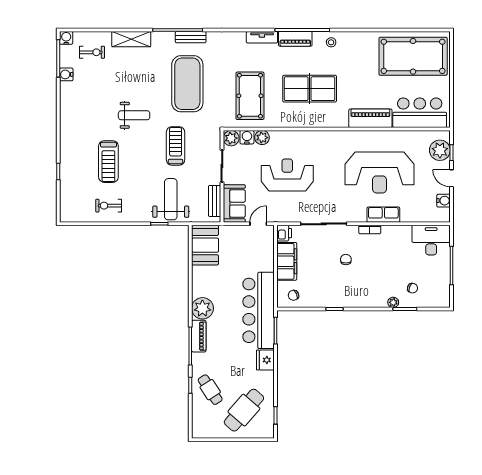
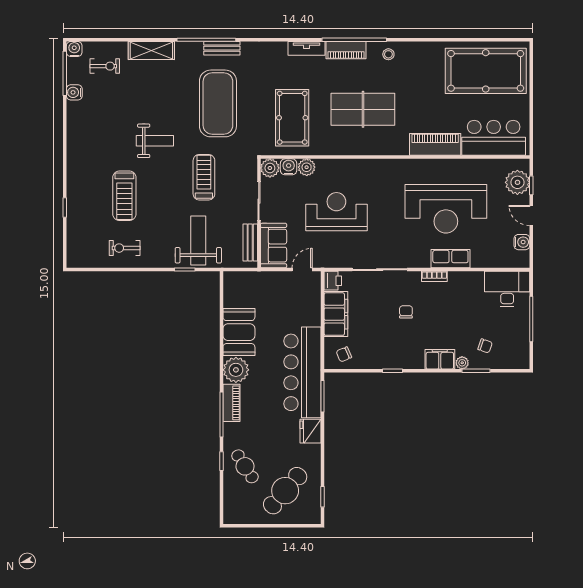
booth: (205, 245) -> (239, 332), moved
filing cabinet: (374, 299) -> (440, 359), added

